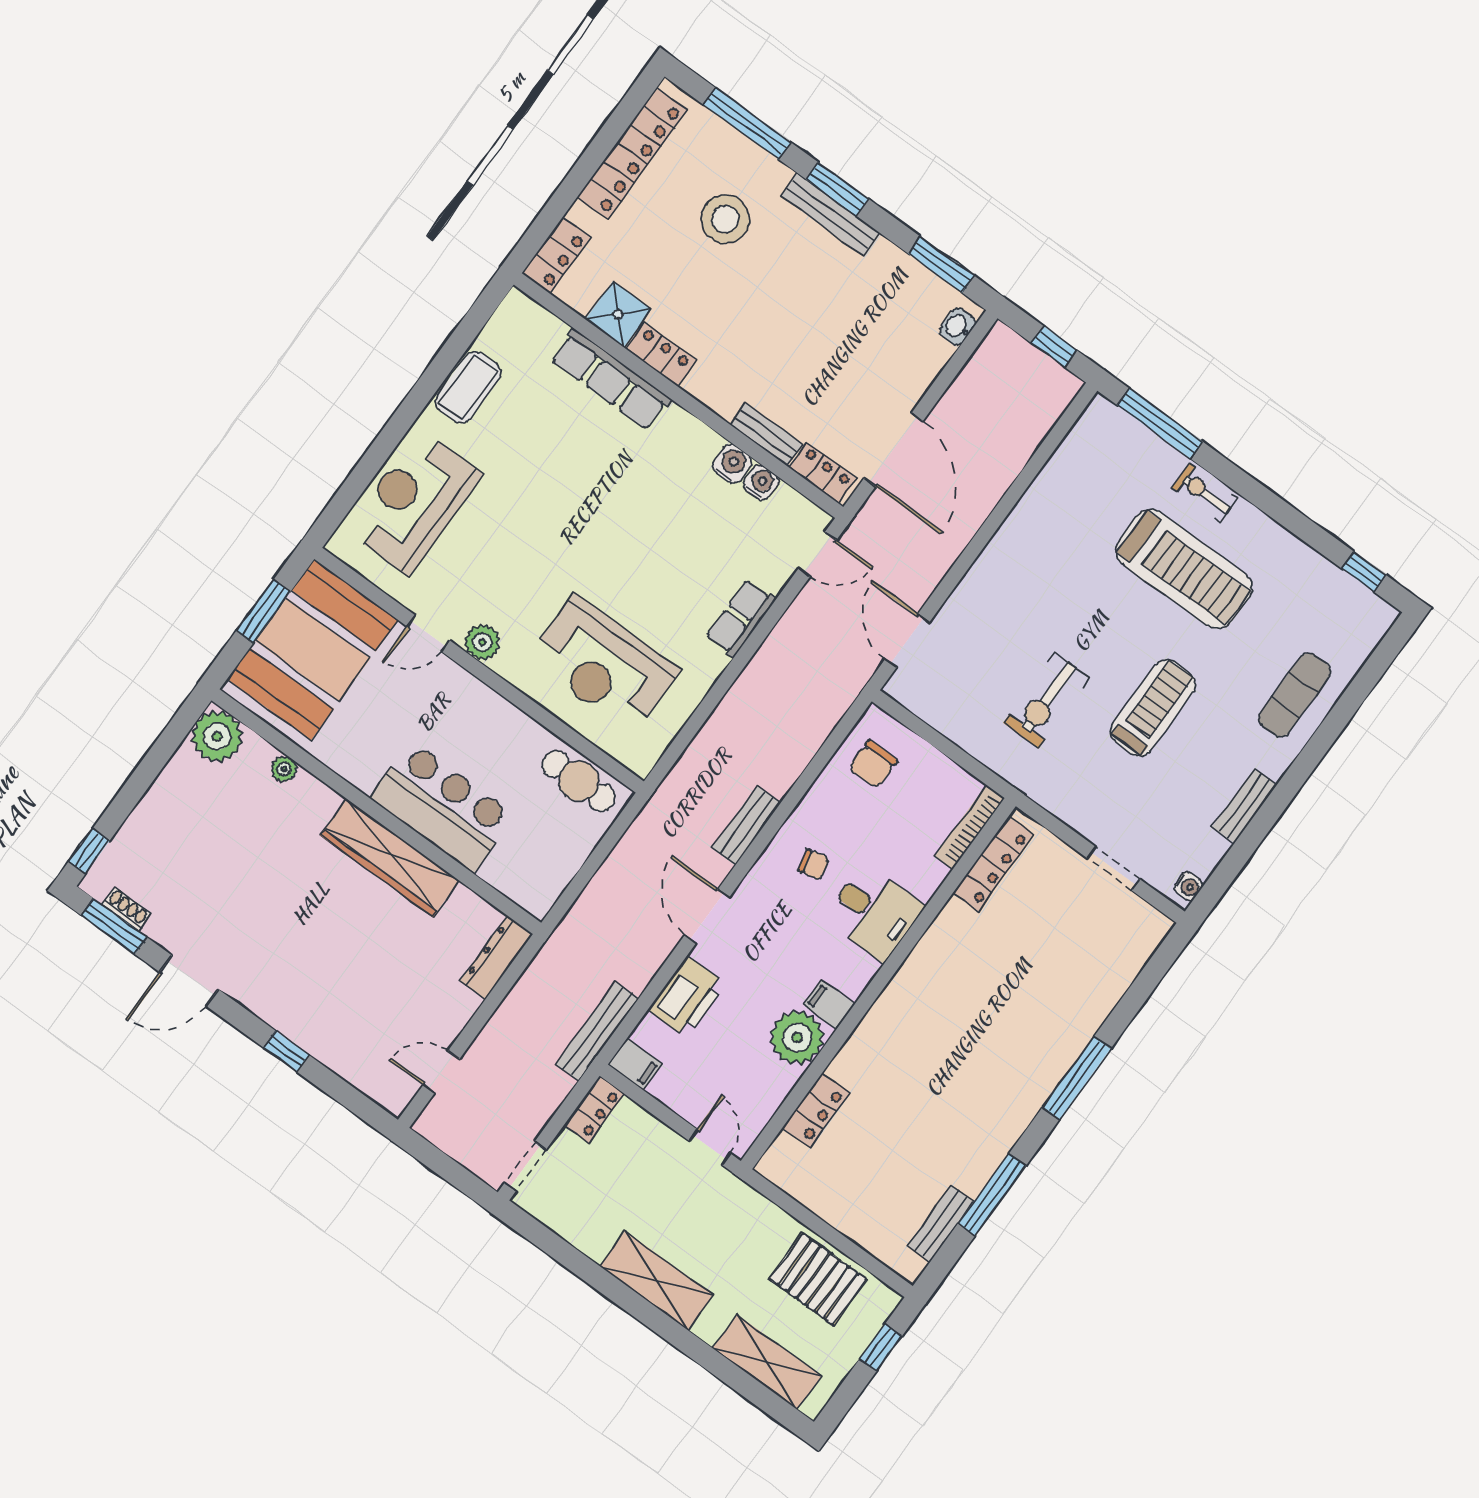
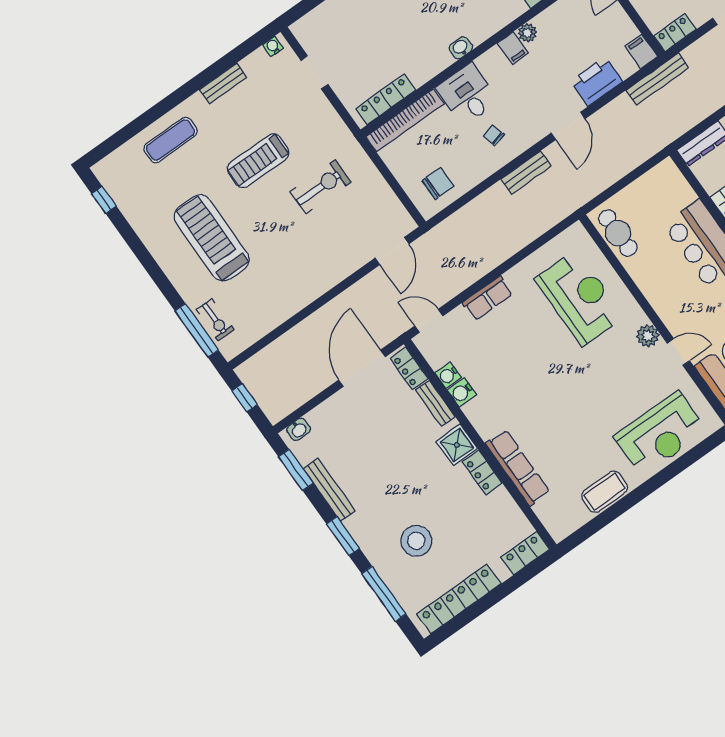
bench: (830, 214) -> (329, 490), moved
shower: (618, 314) -> (457, 445), moved
exercise bike: (1205, 493) -> (215, 320), moved
bookcase: (970, 827) -> (405, 120), width x1.48, depth x1.31
washbasin: (907, 979) -> (461, 48), added
plant: (797, 1038) -> (527, 33), width x0.53, depth x0.53

